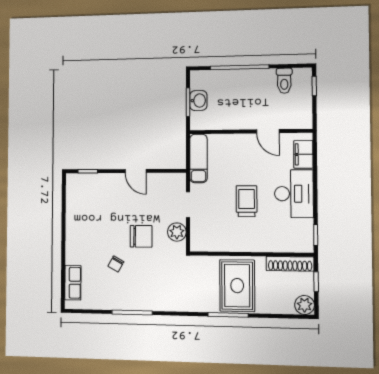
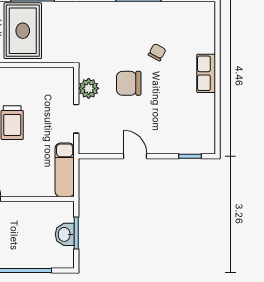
row of seats: (73, 283) -> (206, 73), moved

